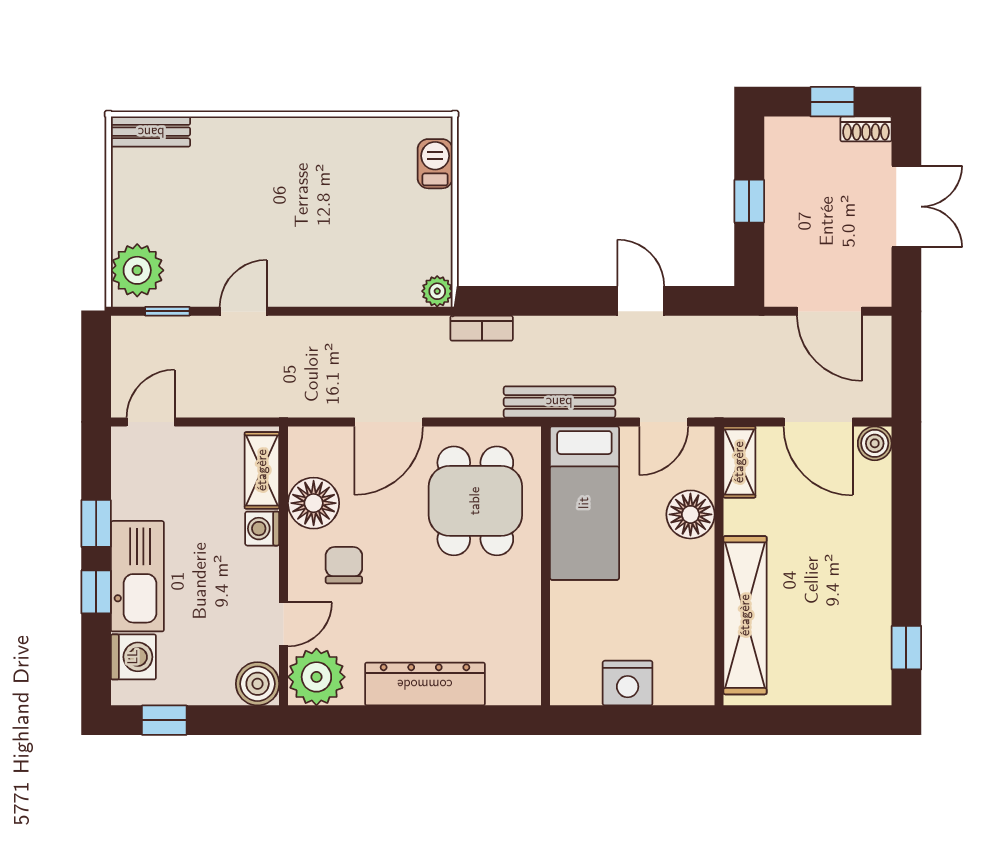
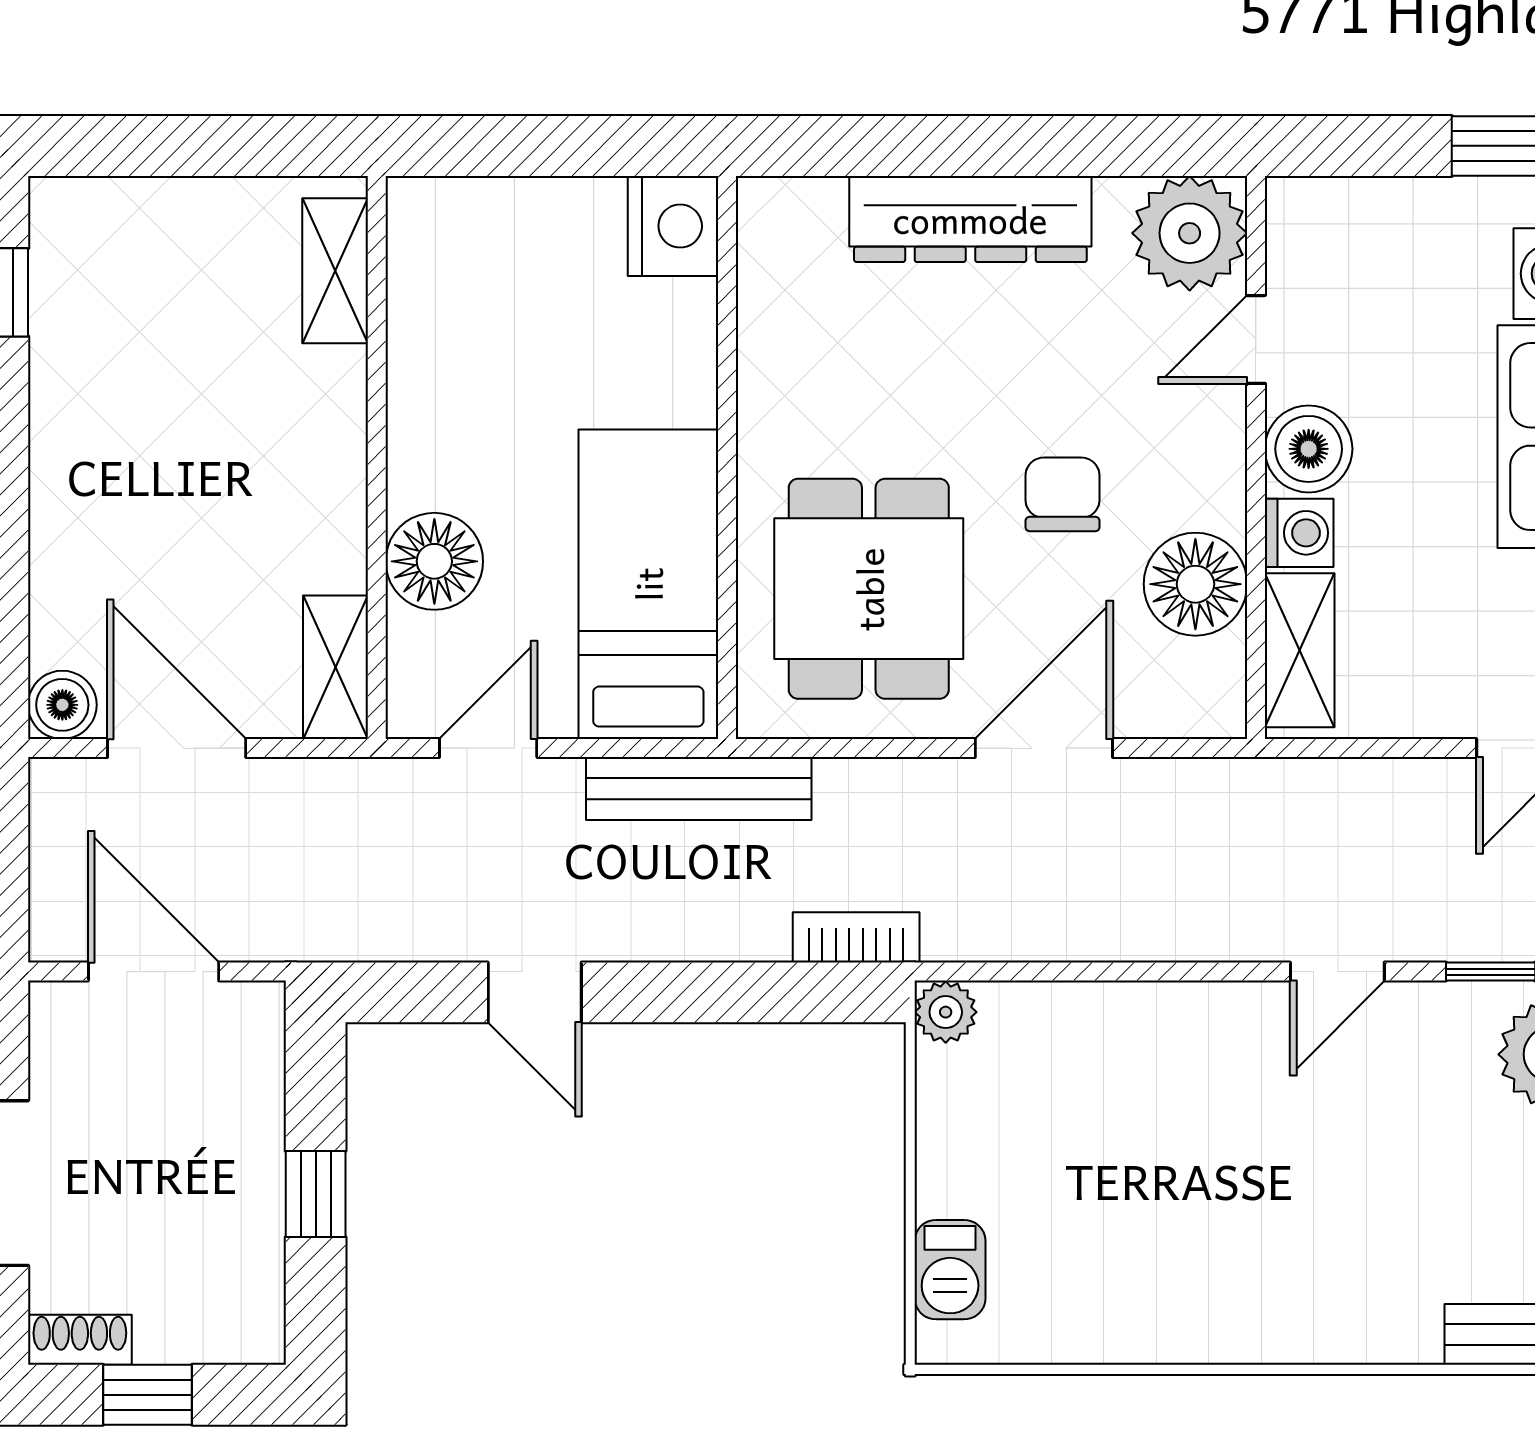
chair: (344, 565) -> (1063, 494), moved, turned 180
shelving: (745, 615) -> (335, 271), width x0.45, depth x0.75
nightstand: (628, 683) -> (673, 226), moved, turned 90
boiler: (258, 684) -> (1309, 449), moved

